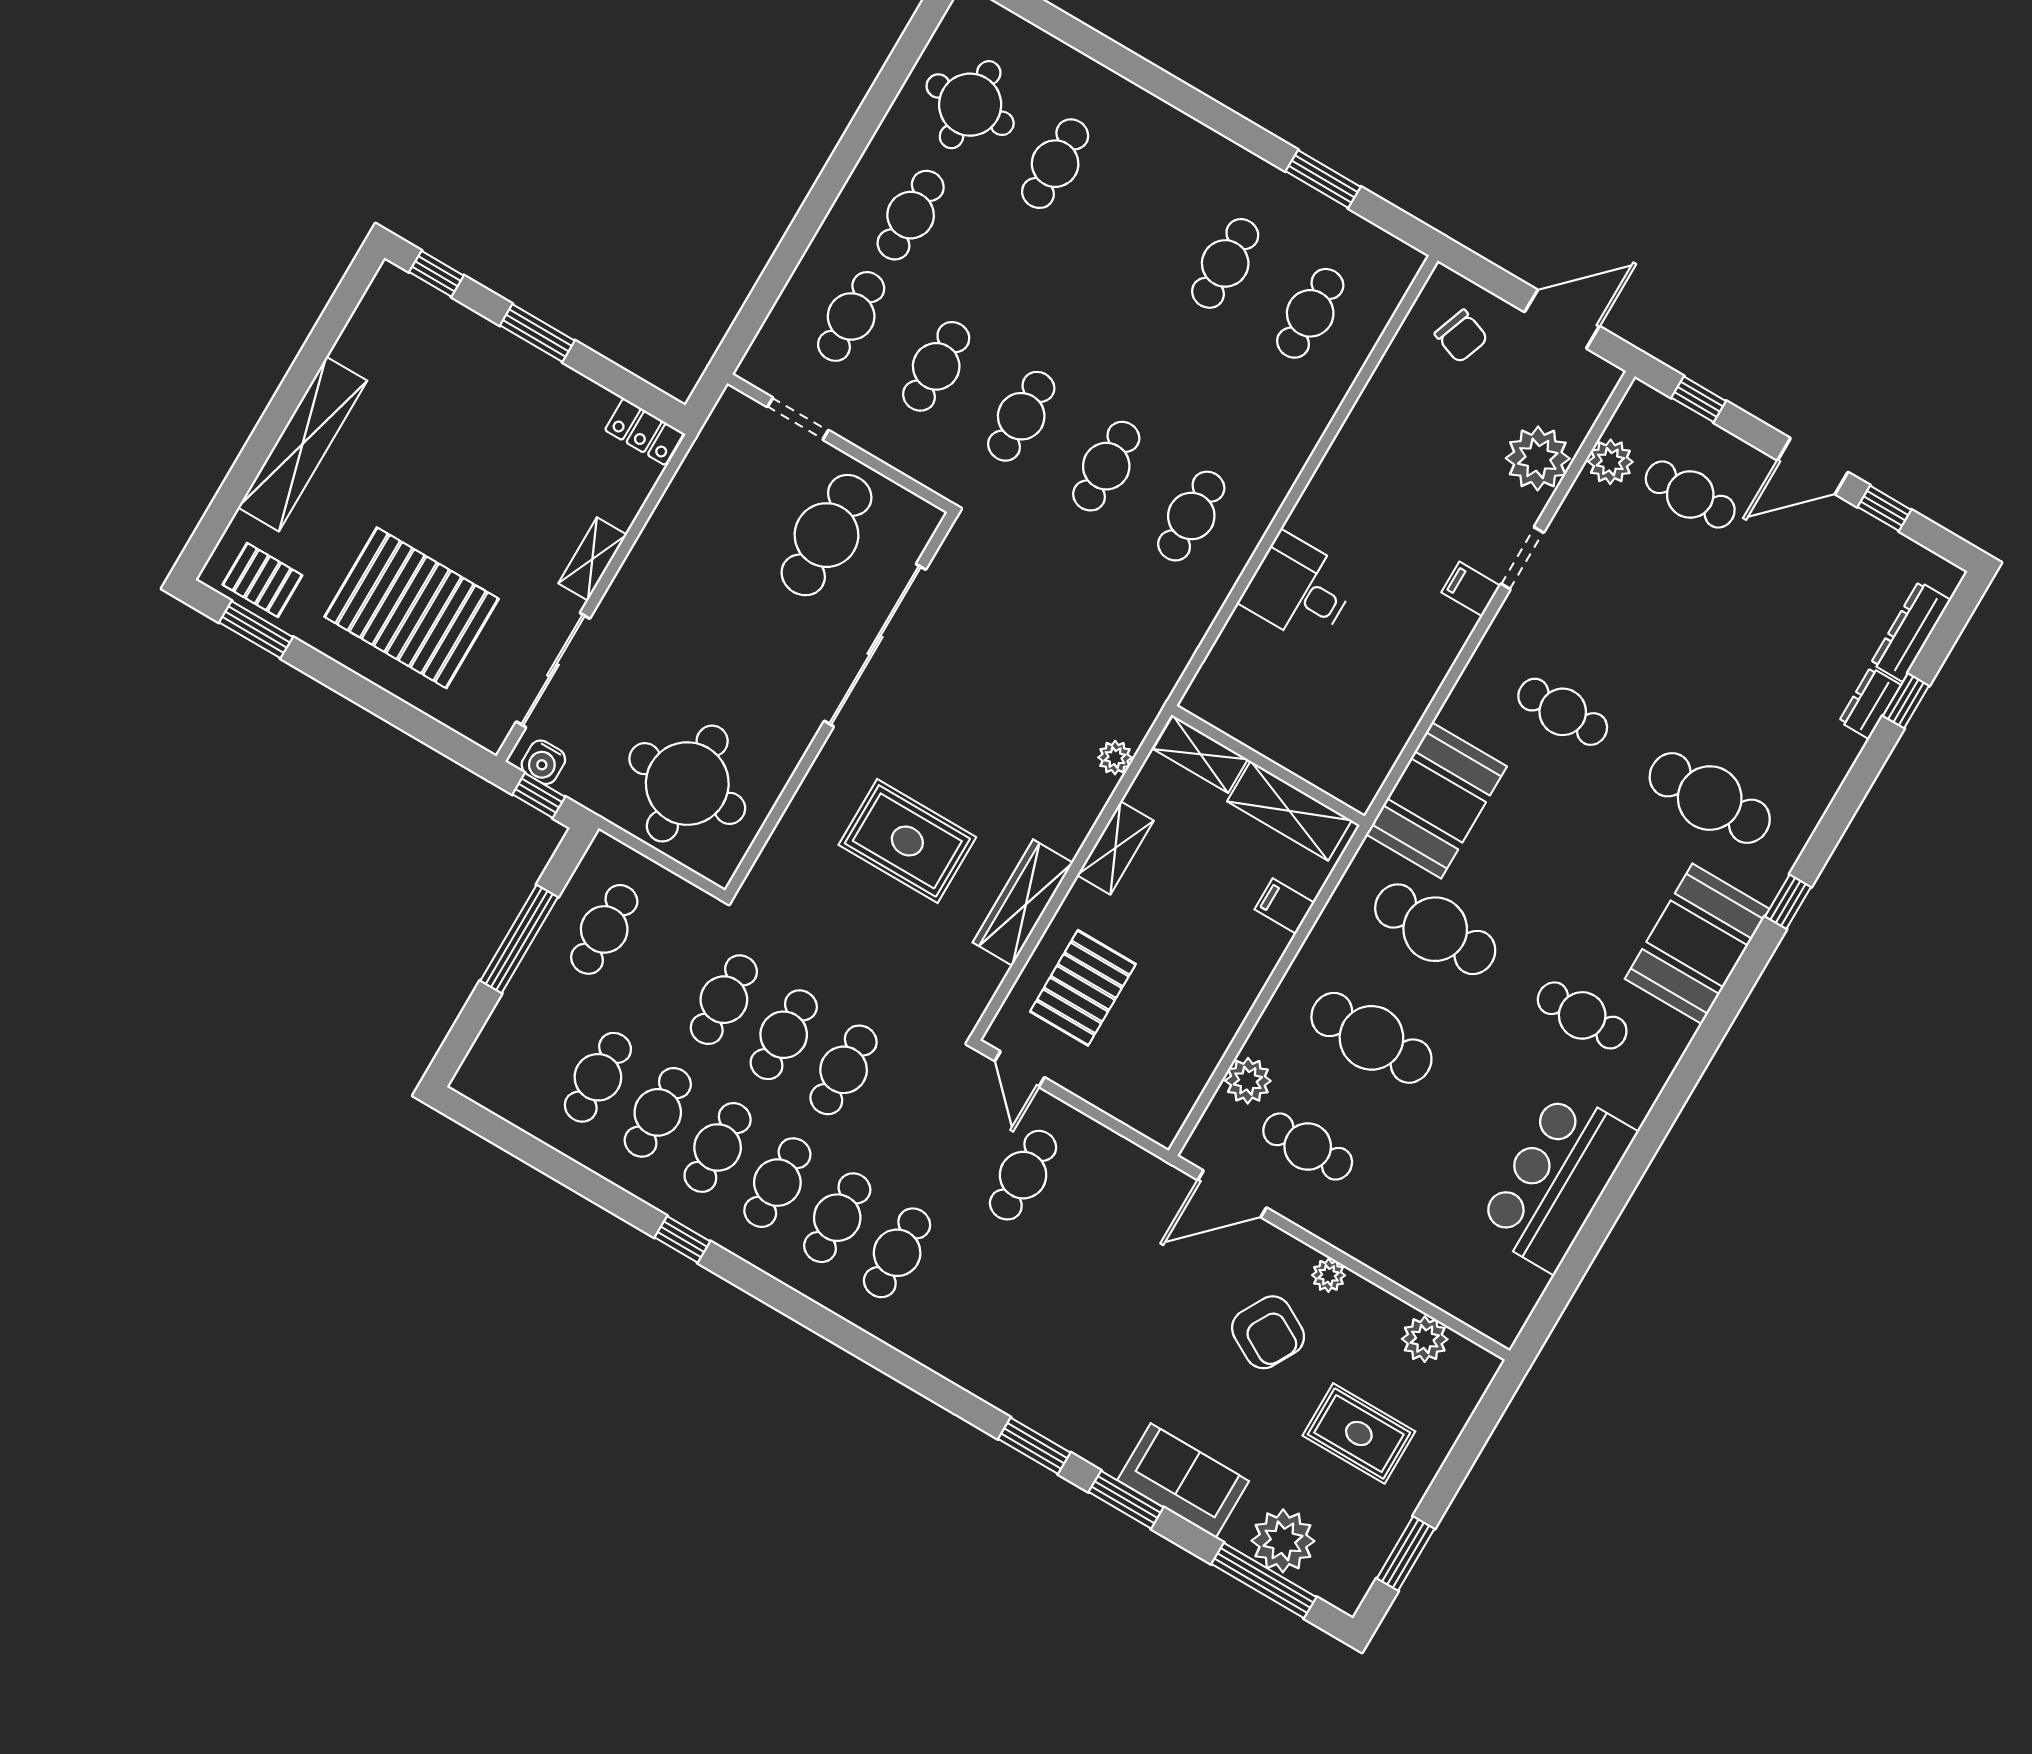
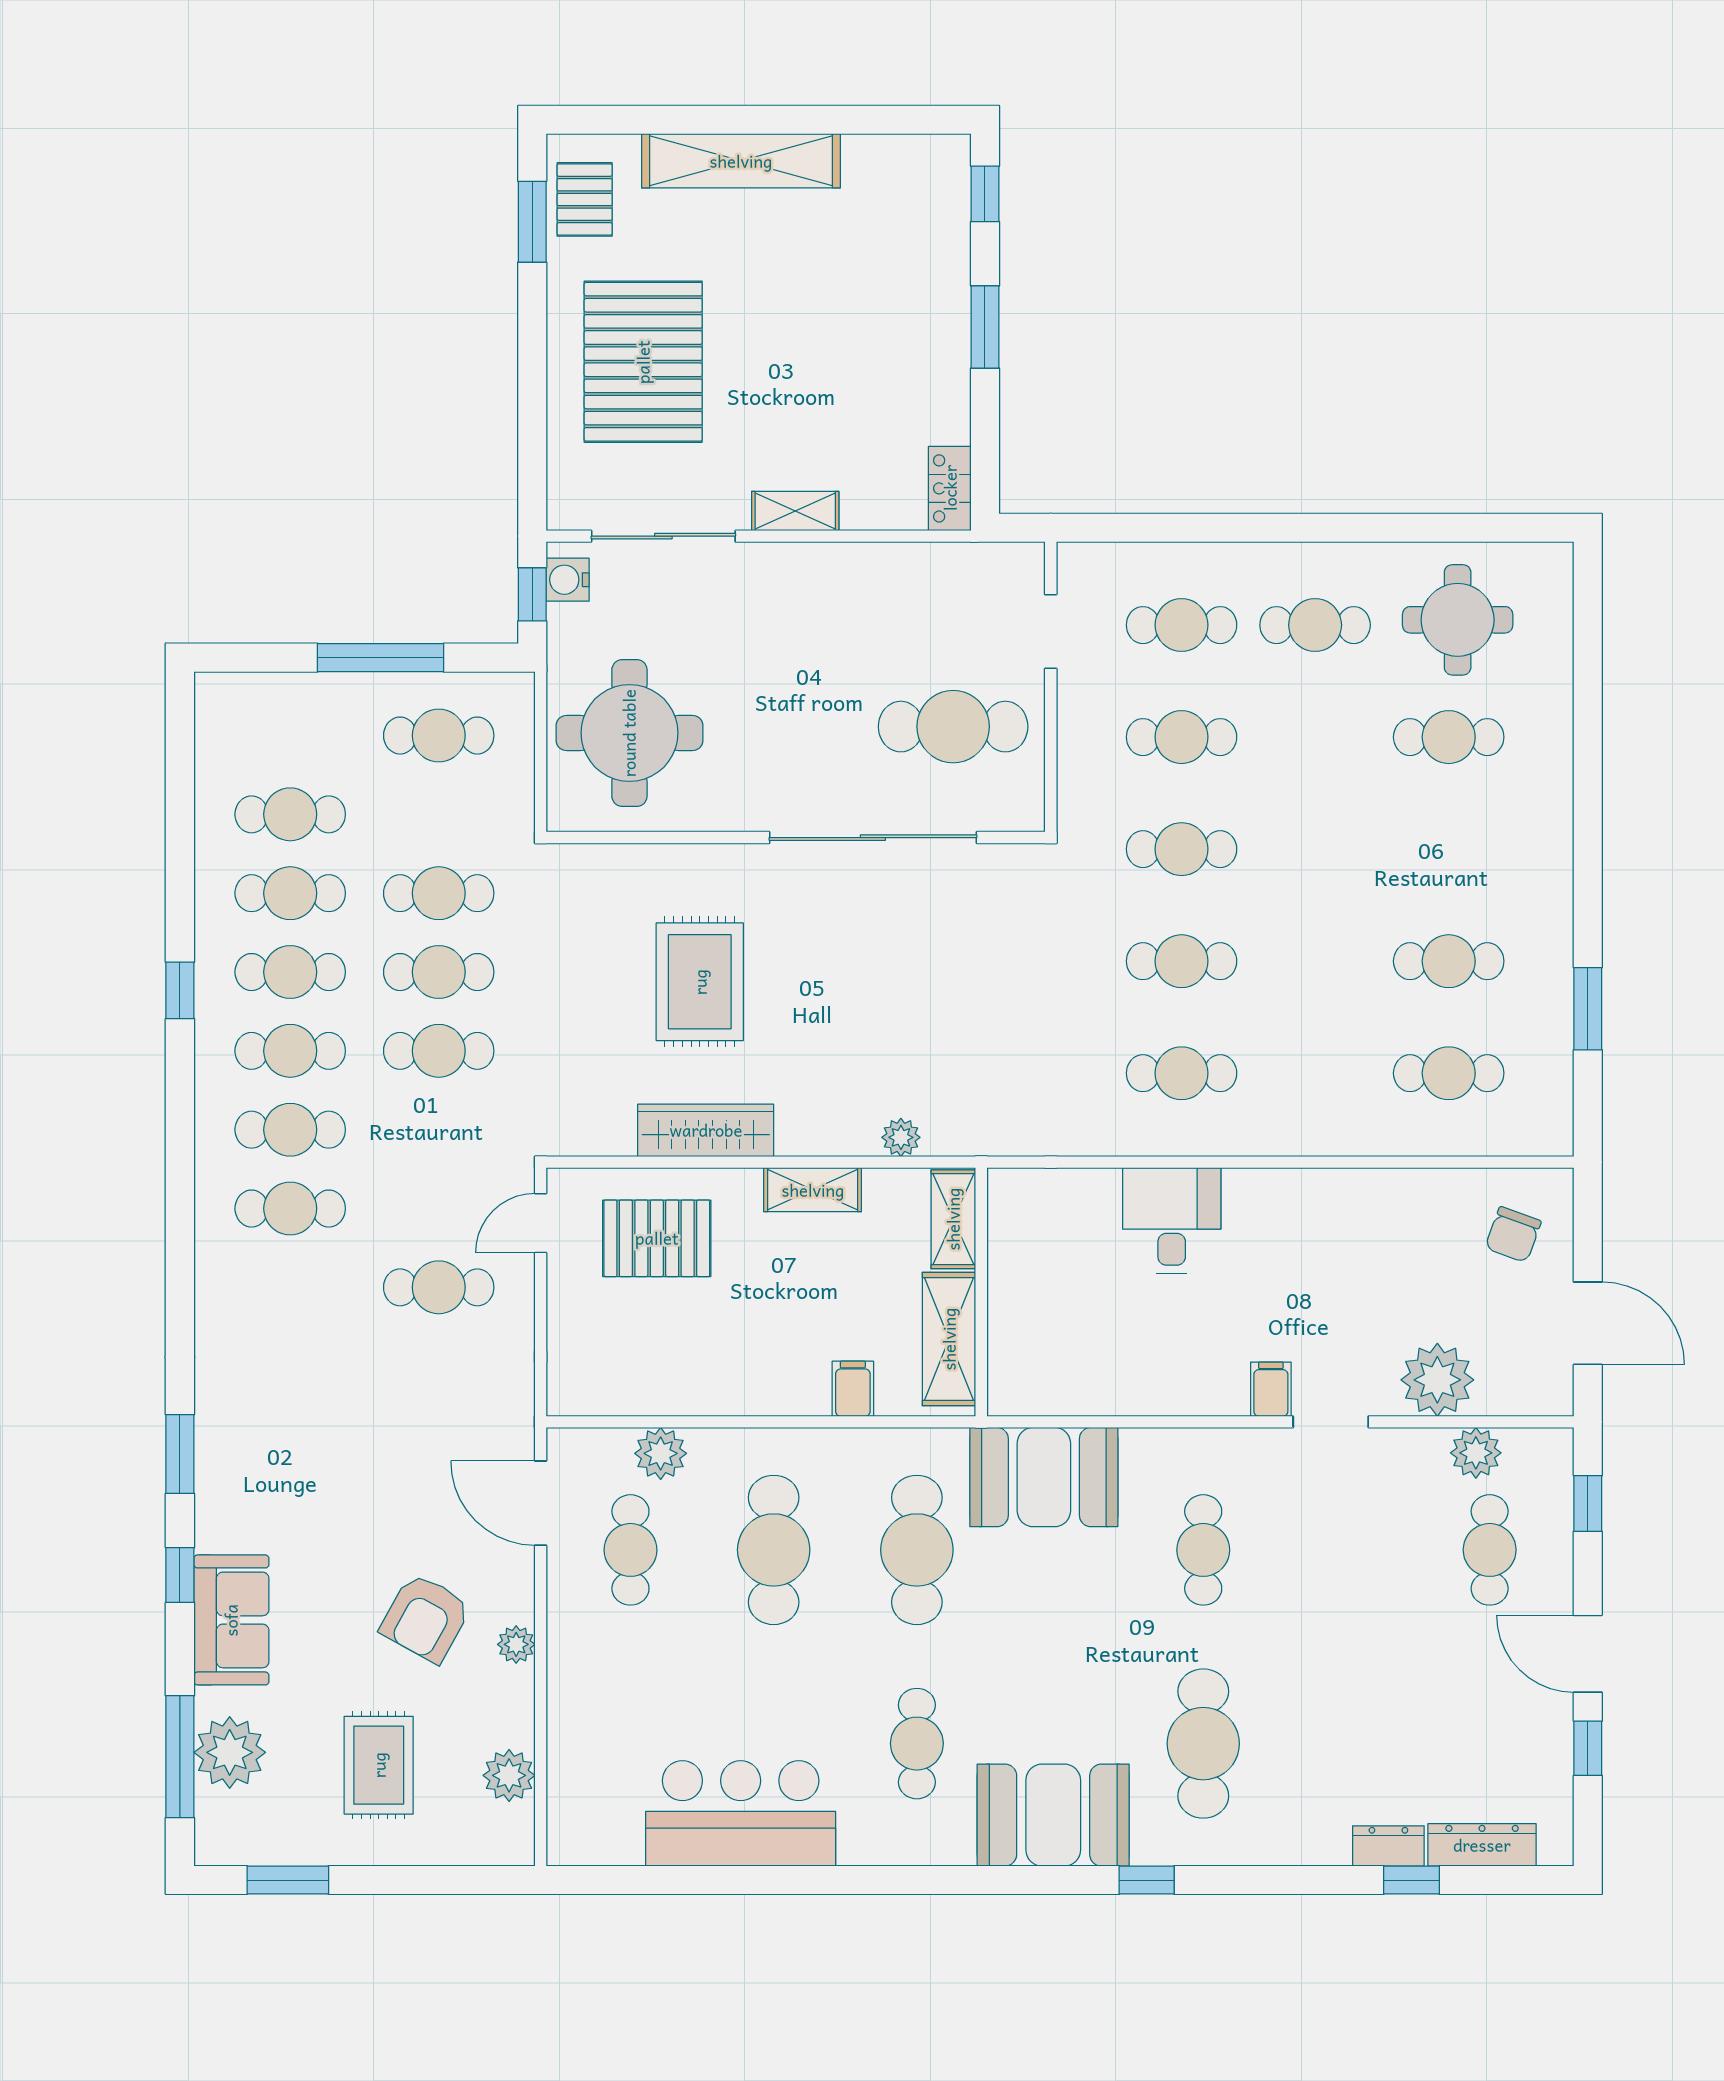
window: (1126, 1500) -> (180, 1575), width x0.67

